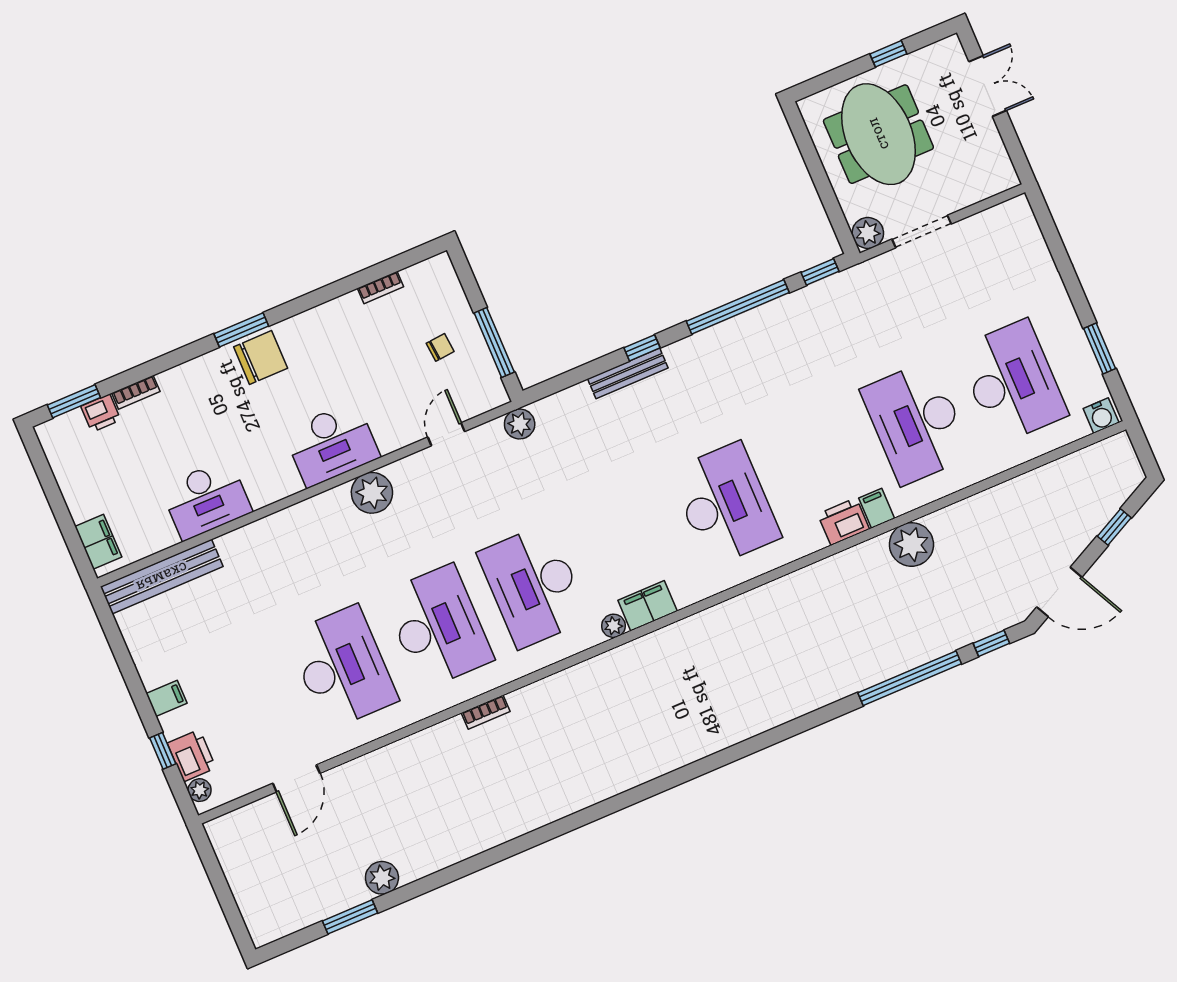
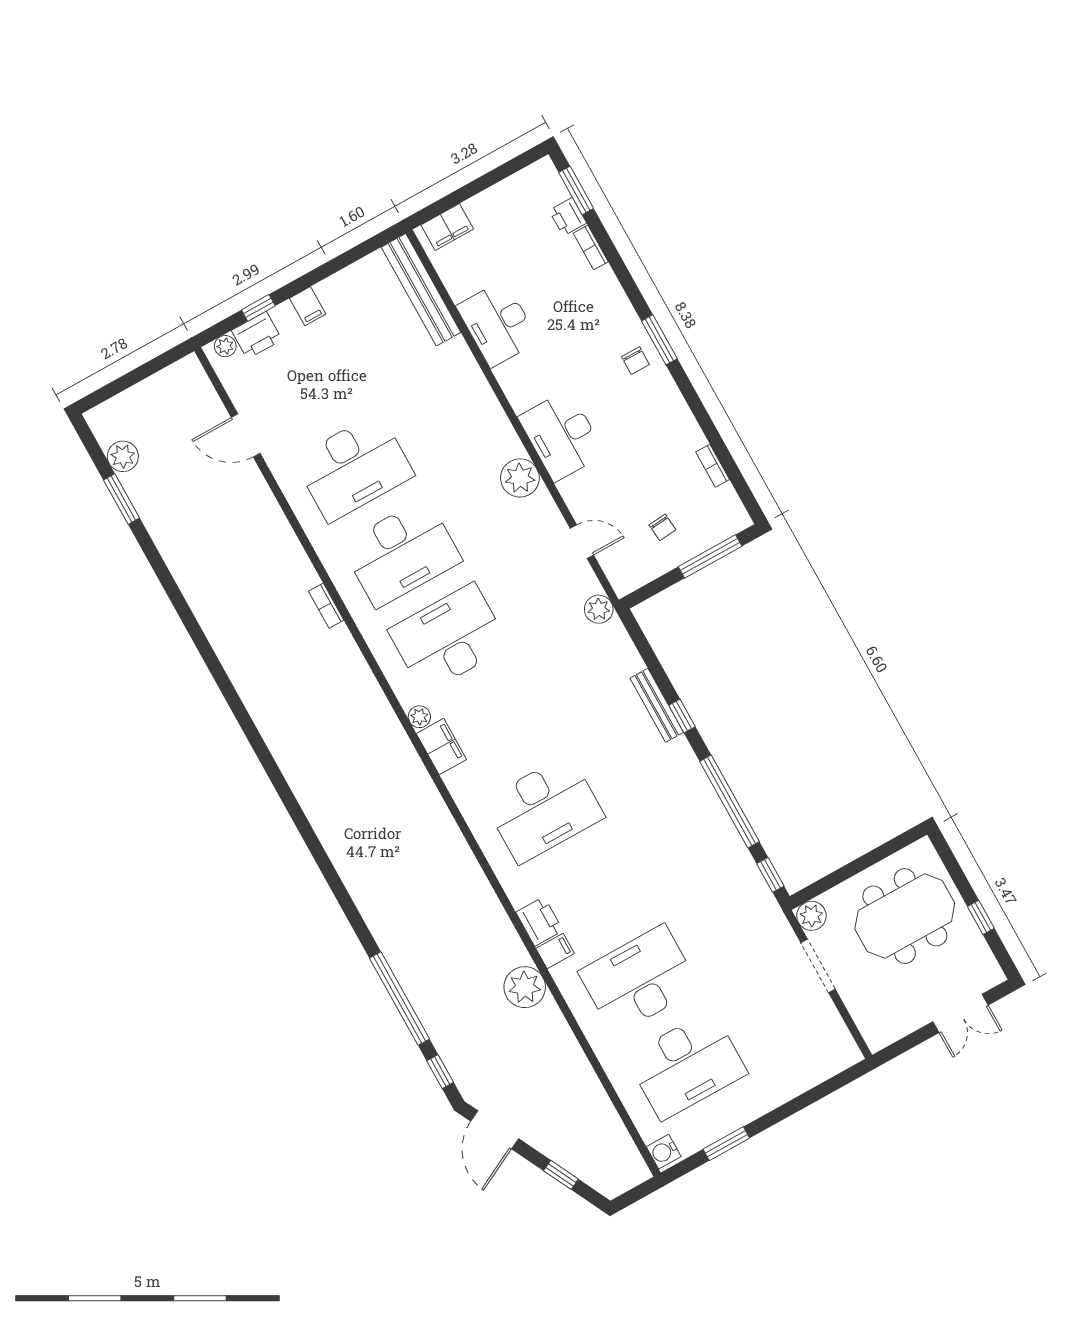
window: (494, 343) -> (710, 556), moved
chair: (261, 358) -> (635, 361), width x0.54, depth x0.54
plant: (382, 878) -> (123, 456), moved

